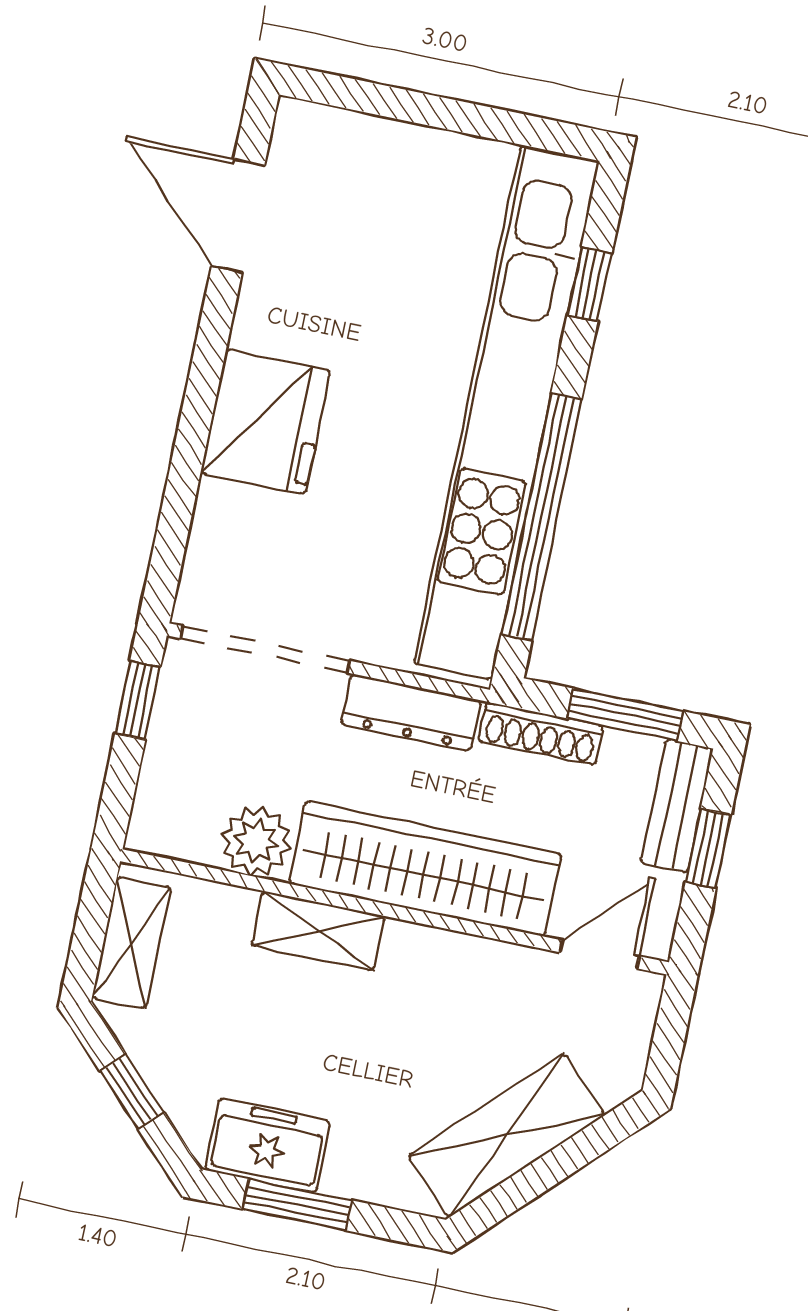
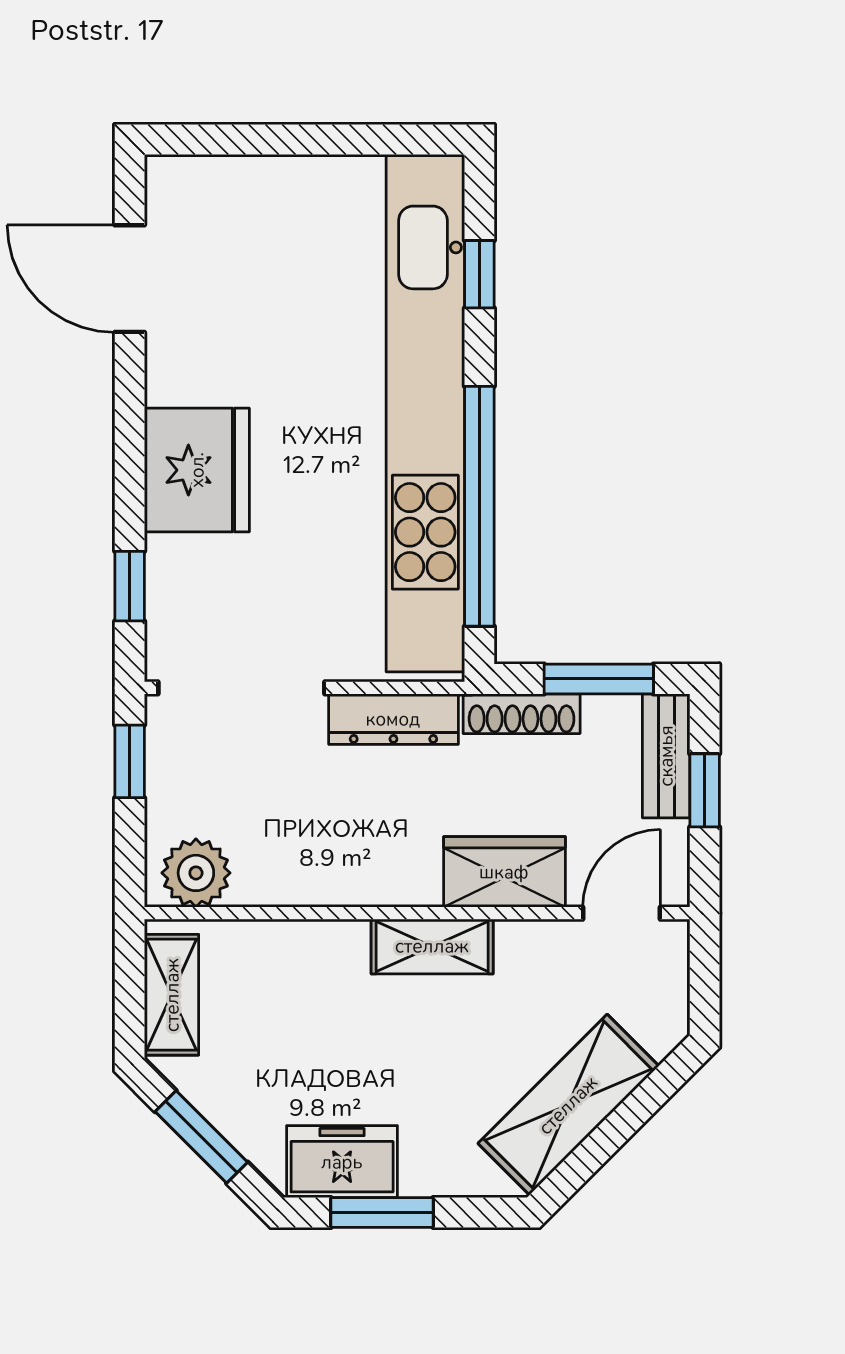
window: (174, 524) -> (130, 586), added
plant: (256, 841) -> (196, 873), moved
wardrobe: (425, 869) -> (504, 872), width x0.48, depth x0.85
shelving: (318, 931) -> (432, 946), moved
window: (132, 1091) -> (201, 1137), width x1.50

